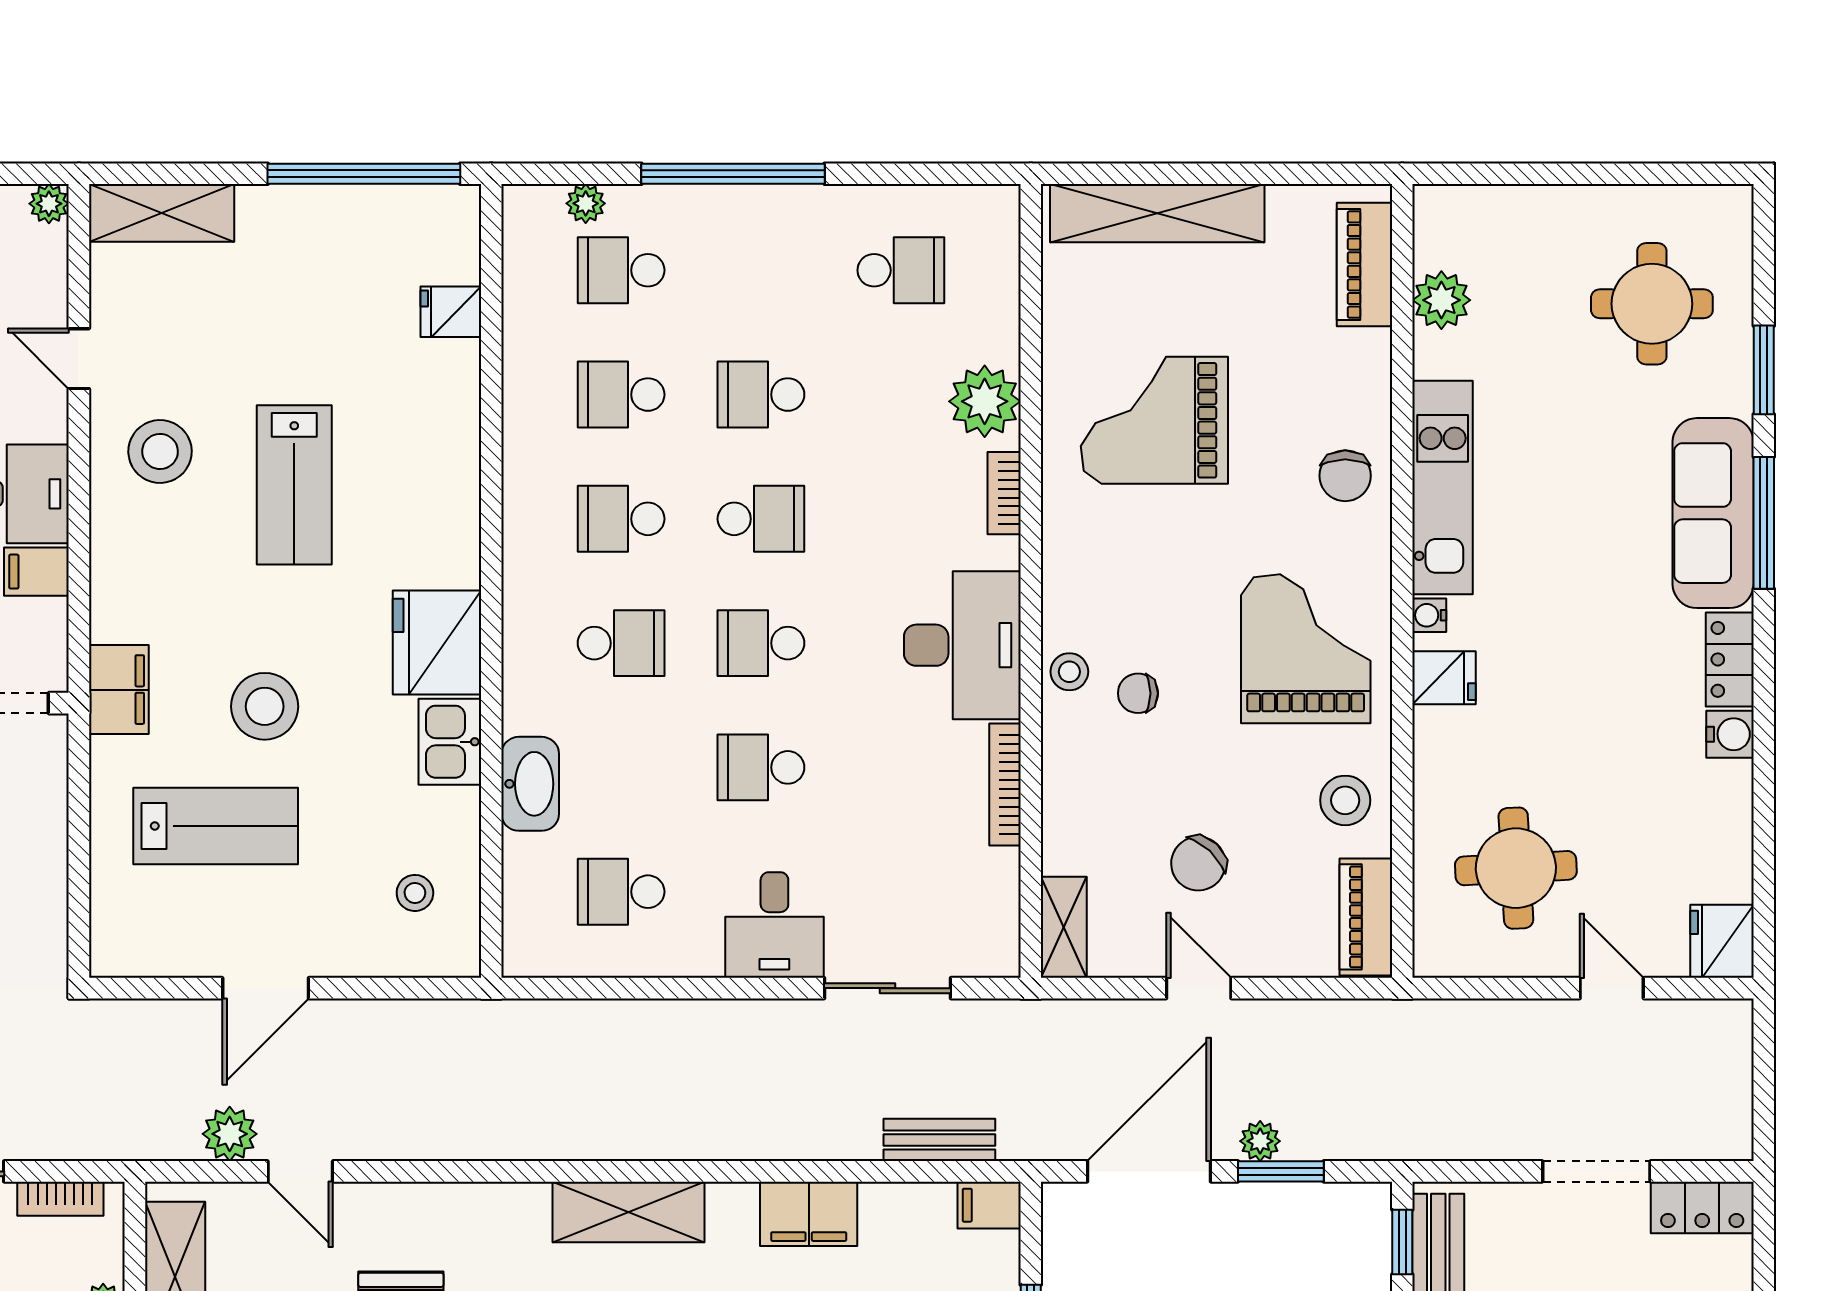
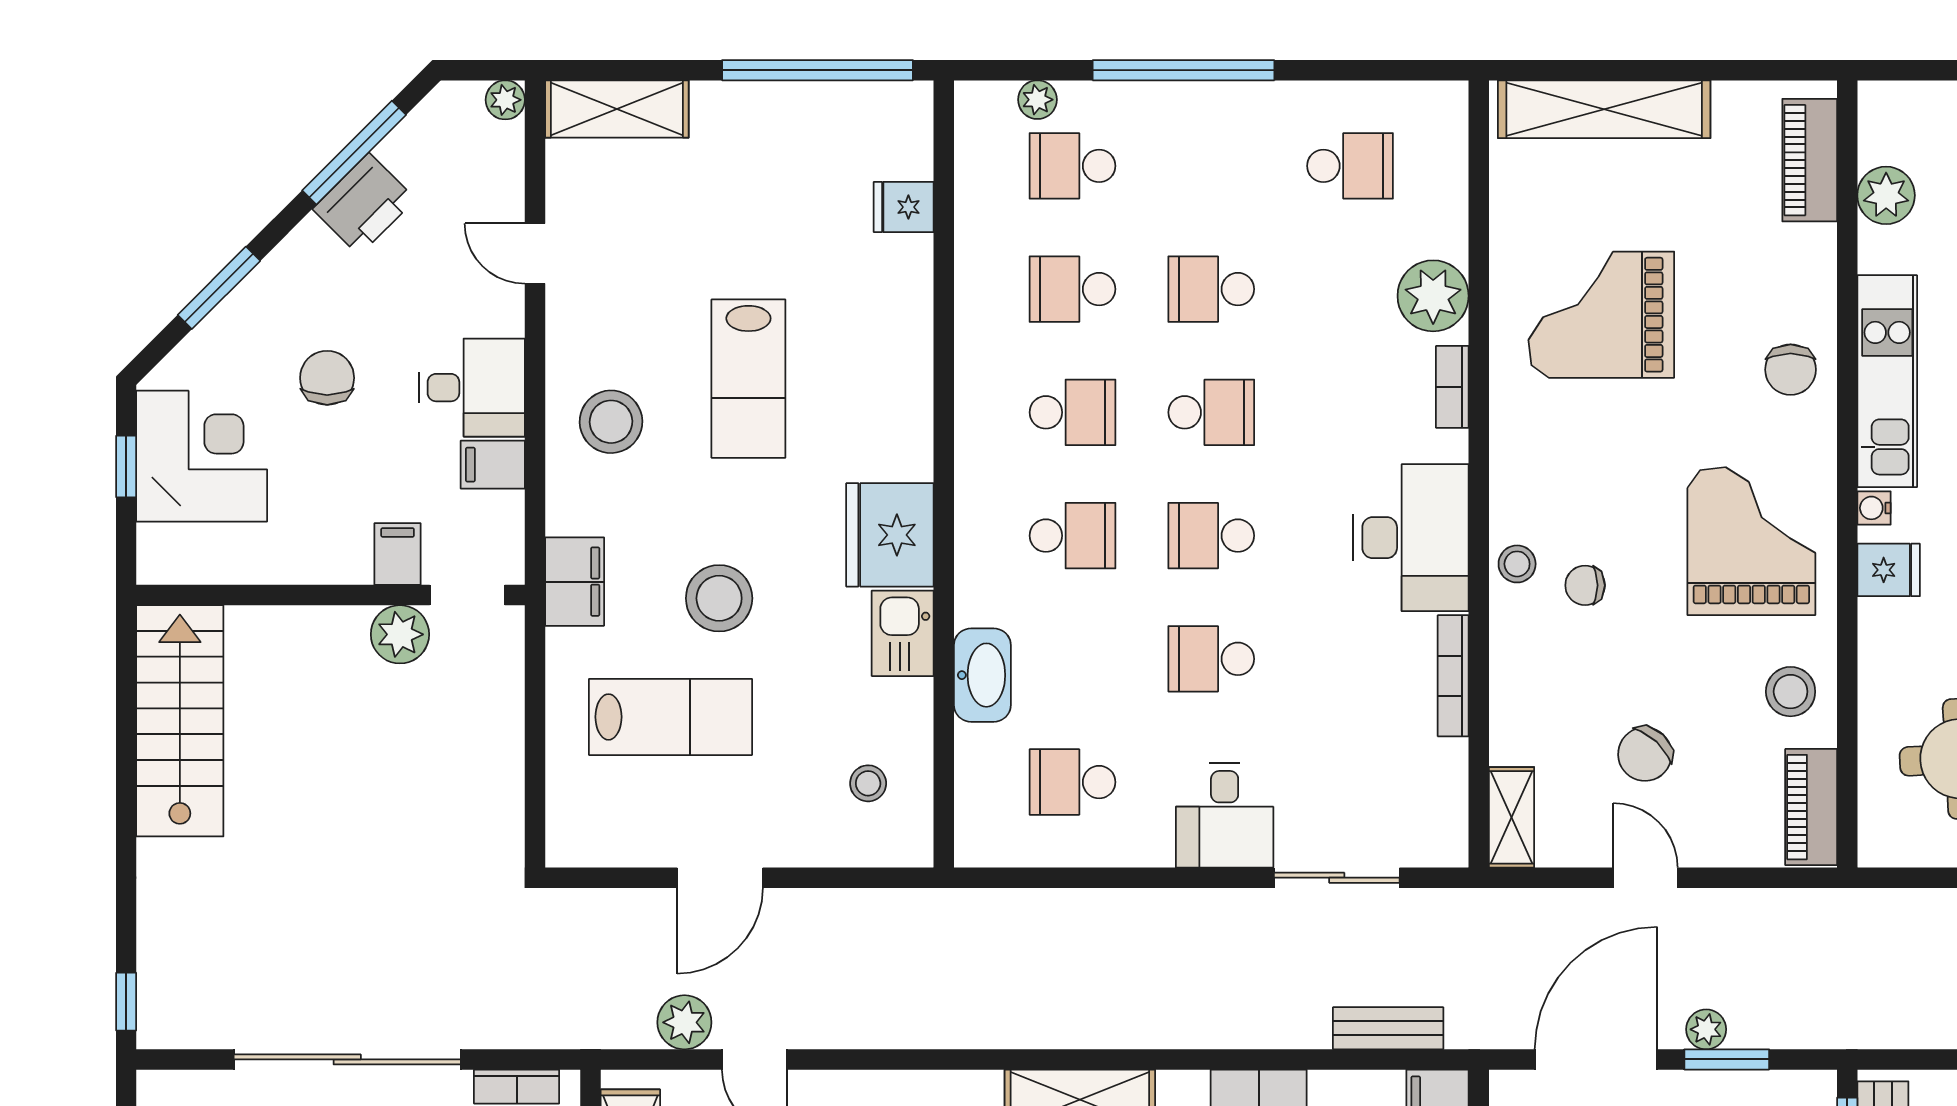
stool: (160, 451) -> (611, 422), moved
school desk: (621, 519) -> (1072, 412), turned 180

